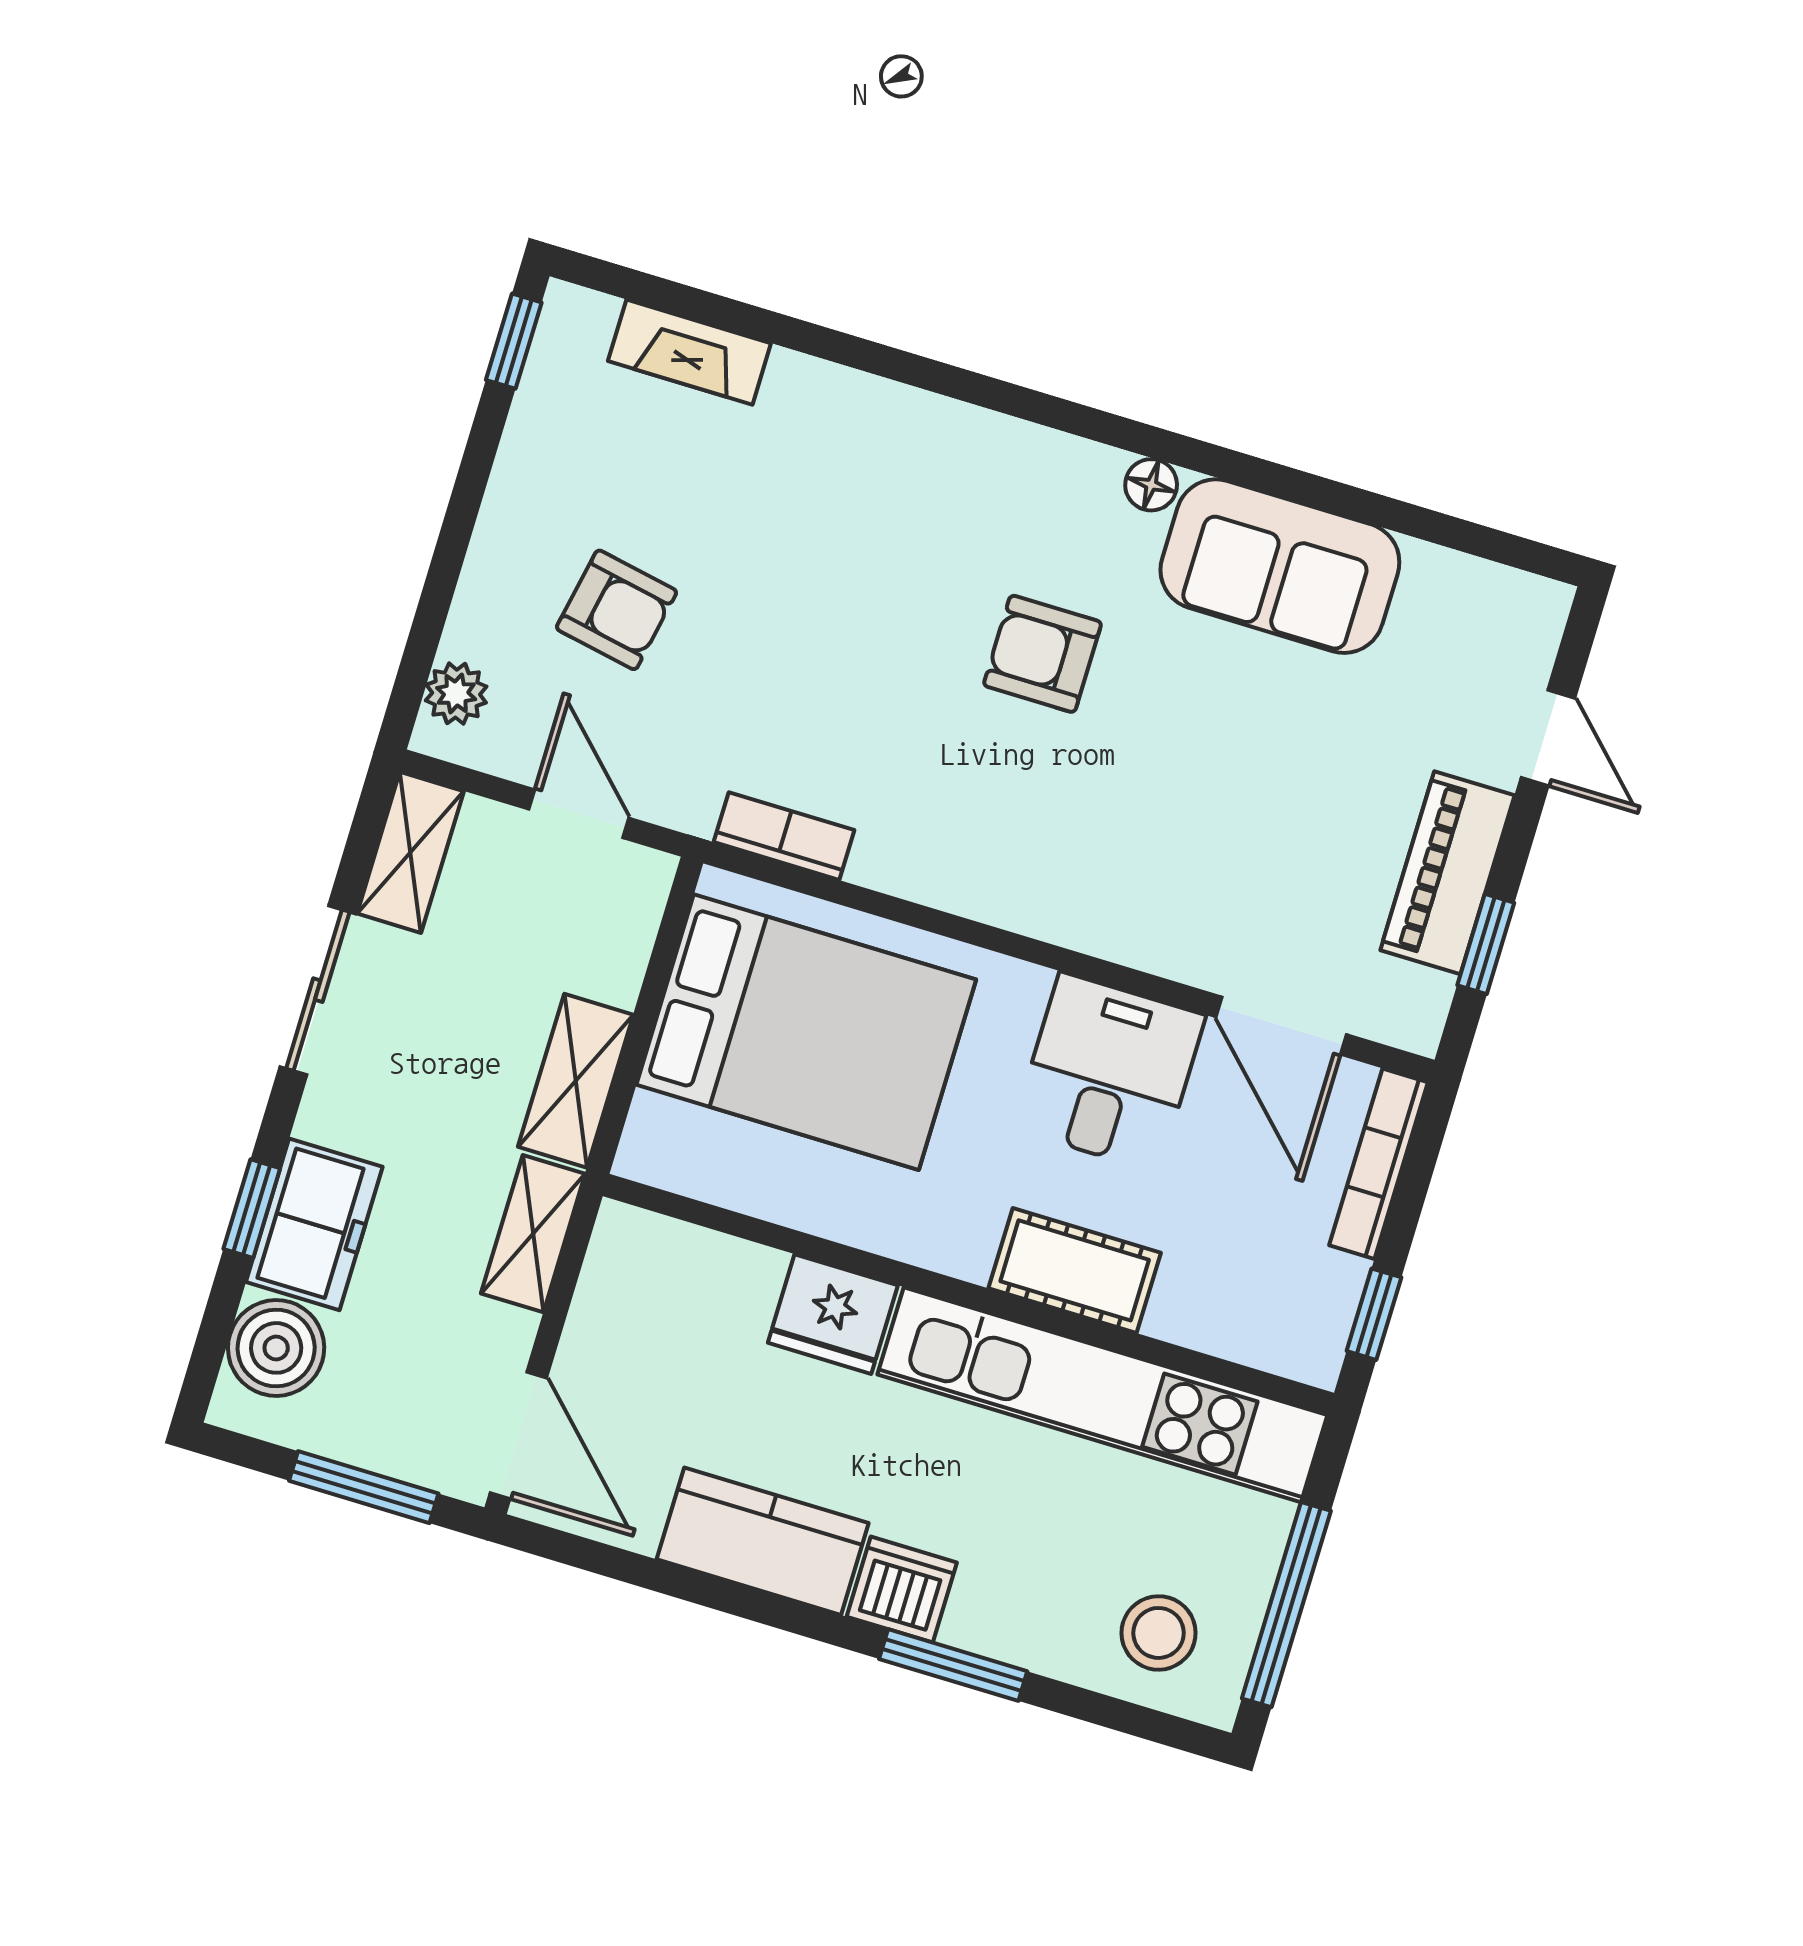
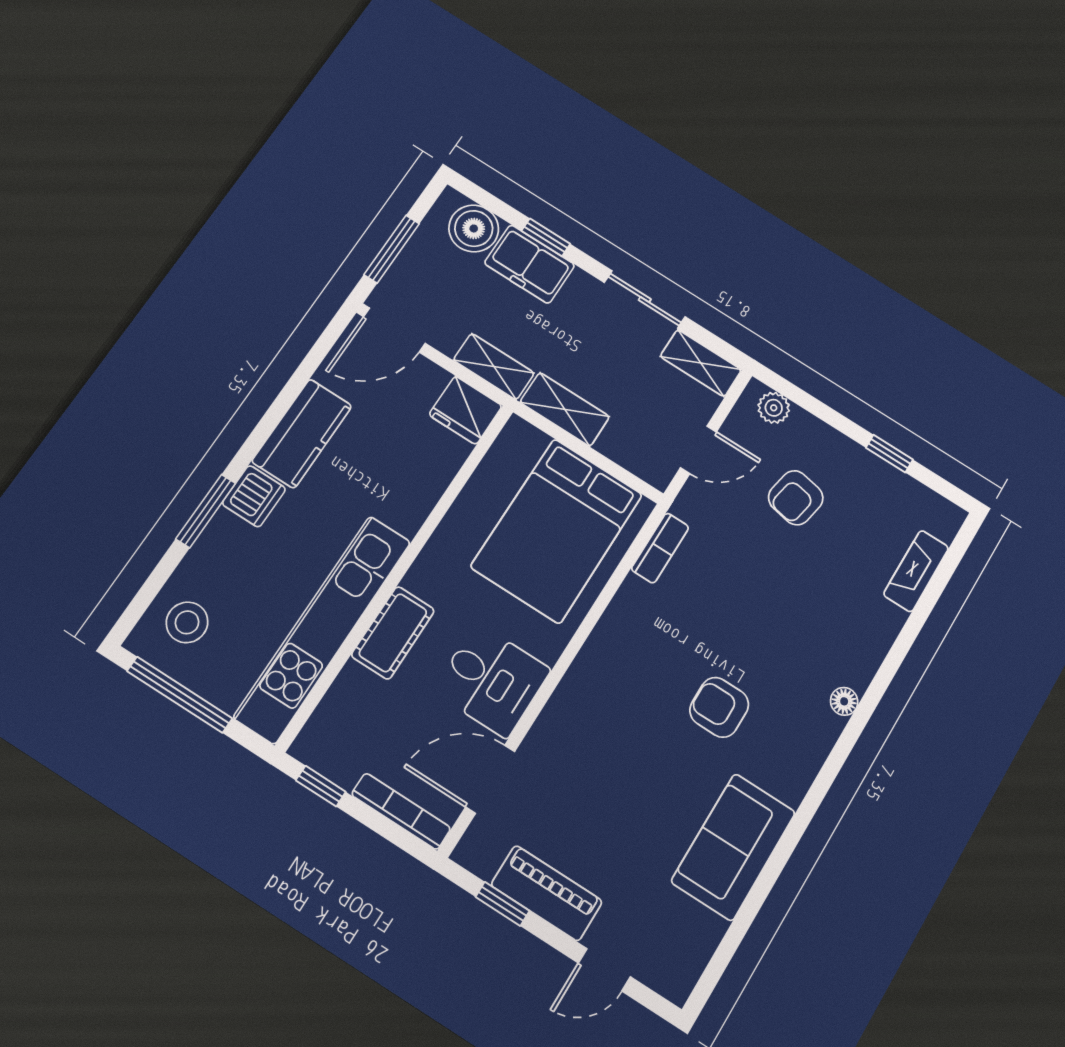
window: (514, 341) -> (889, 454), moved
floor lamp: (1151, 485) -> (844, 701), moved
armchair: (1043, 654) -> (719, 707), turned -90
fridge: (833, 1314) -> (466, 410), moved, turned -90

